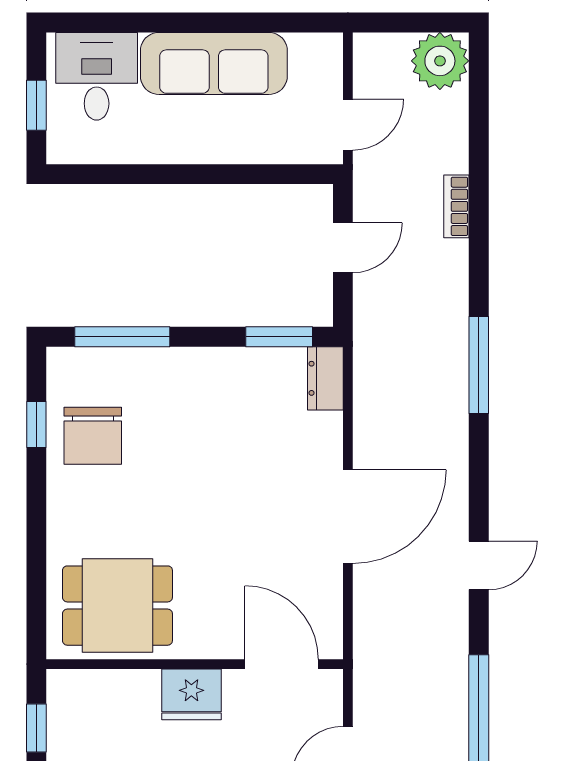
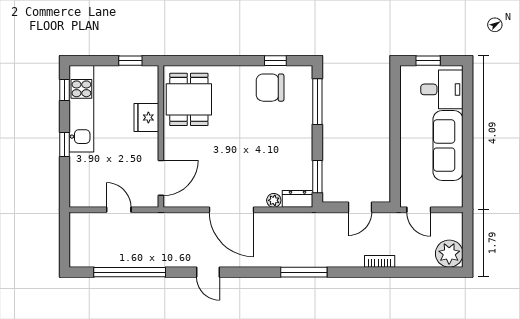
door: (343, 248) -> (360, 207), hinge flipped
plant: (329, 428) -> (274, 200), added
fridge: (191, 694) -> (146, 117), moved

